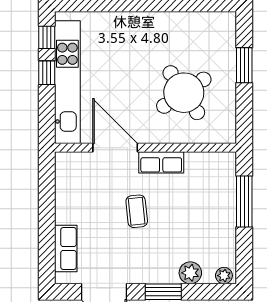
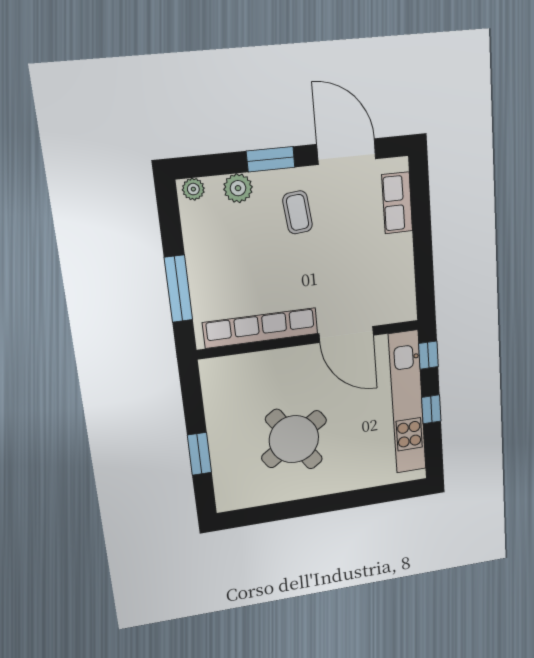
window: (47, 37) -> (428, 355), moved
round table: (184, 93) -> (294, 439), moved
row of seats: (161, 162) -> (261, 328), width x2.02
coffee table: (137, 211) -> (298, 212), moved

